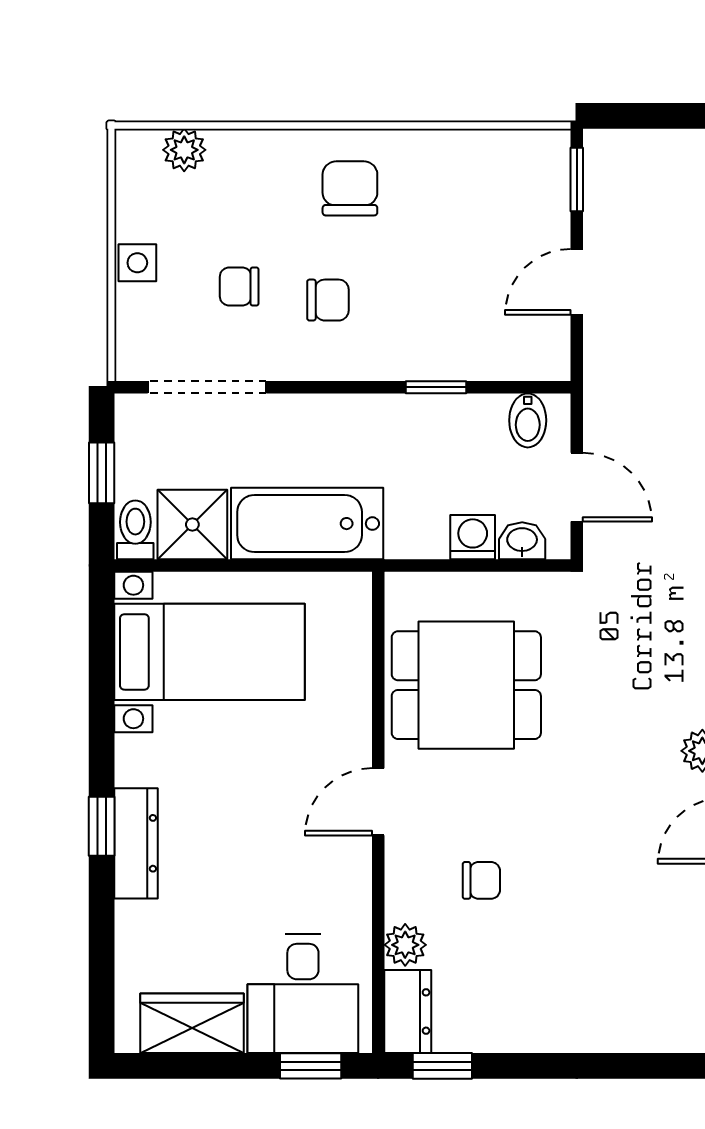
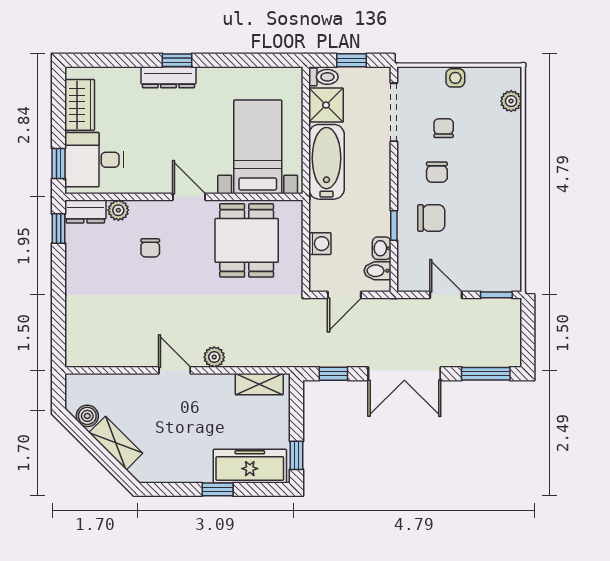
chair: (350, 188) -> (431, 218), moved
washbasin: (522, 541) -> (382, 248), moved, turned 180
bed with nightstands: (210, 652) -> (258, 147), moved, turned 180

